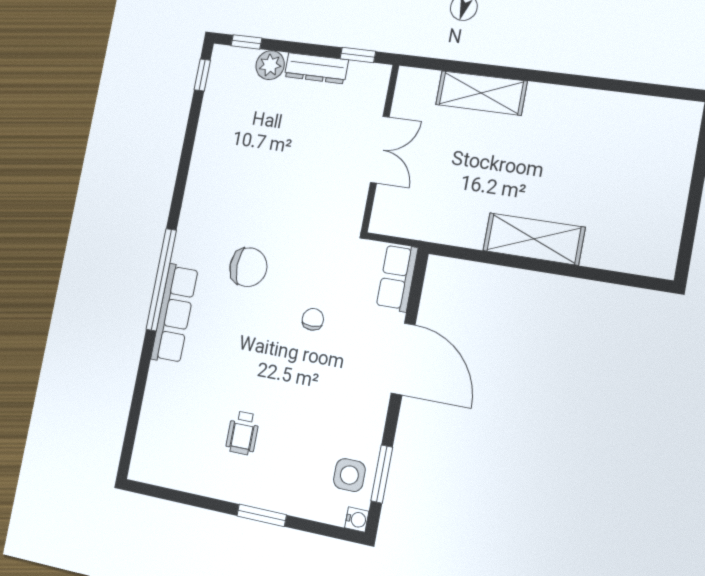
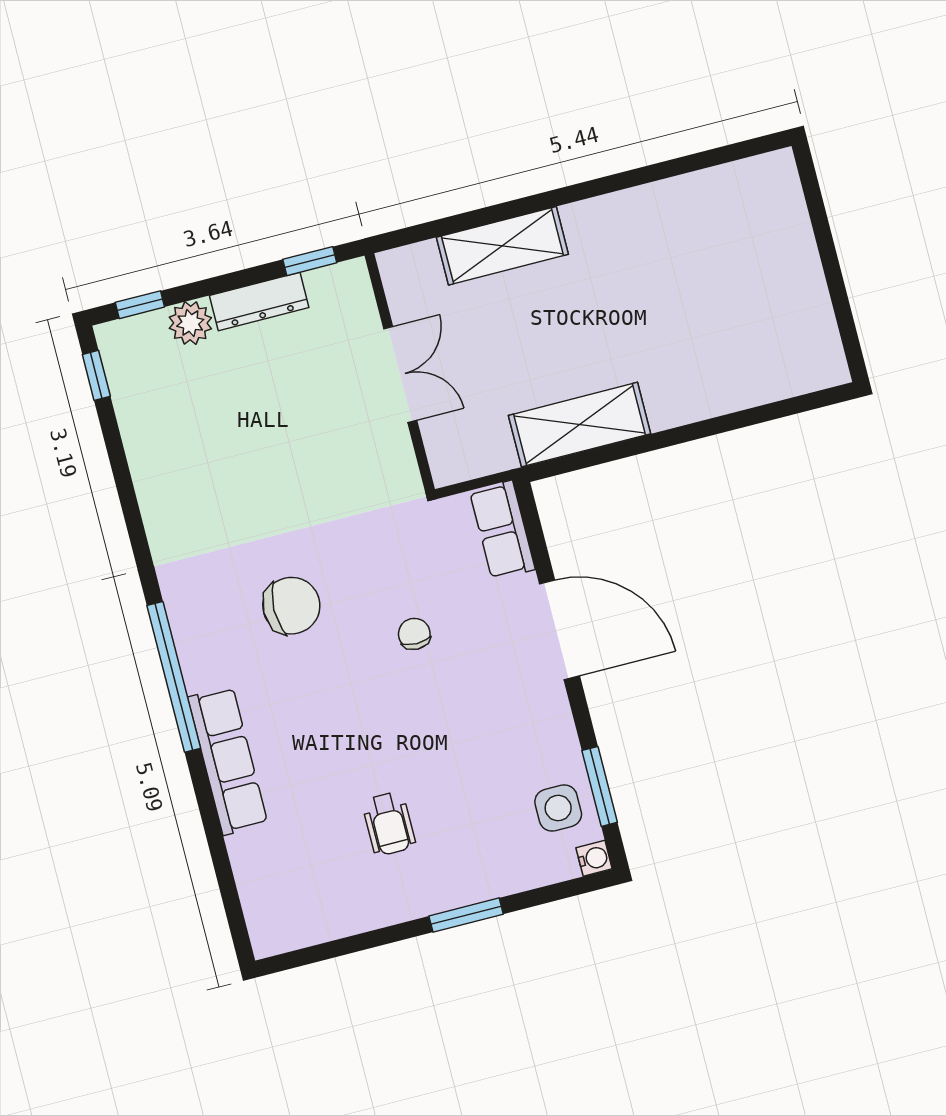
shelving: (534, 239) -> (580, 425), moved
row of seats: (174, 314) -> (228, 761), moved

